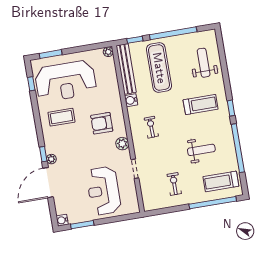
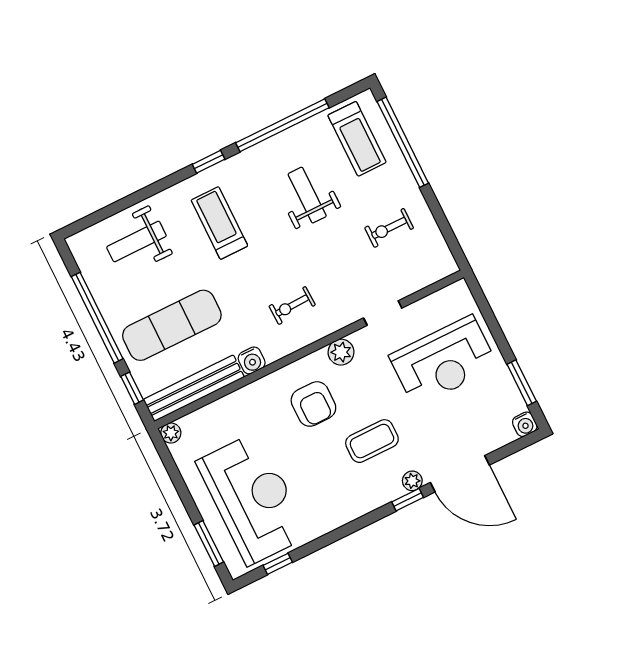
coffee table: (62, 117) -> (372, 441), moved, turned 90

